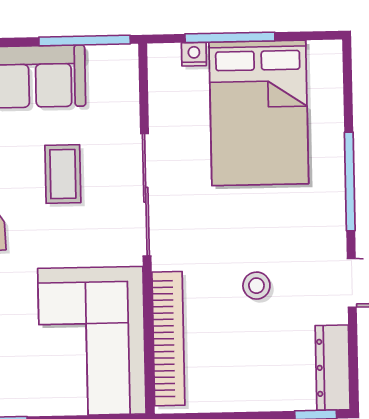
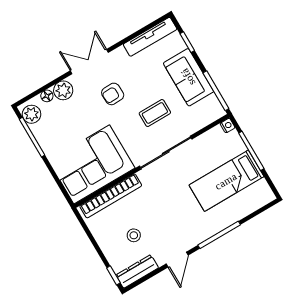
nightstand: (194, 54) -> (227, 126), moved
bed: (259, 113) -> (226, 181), width x0.67
stool: (256, 286) -> (134, 235), moved

